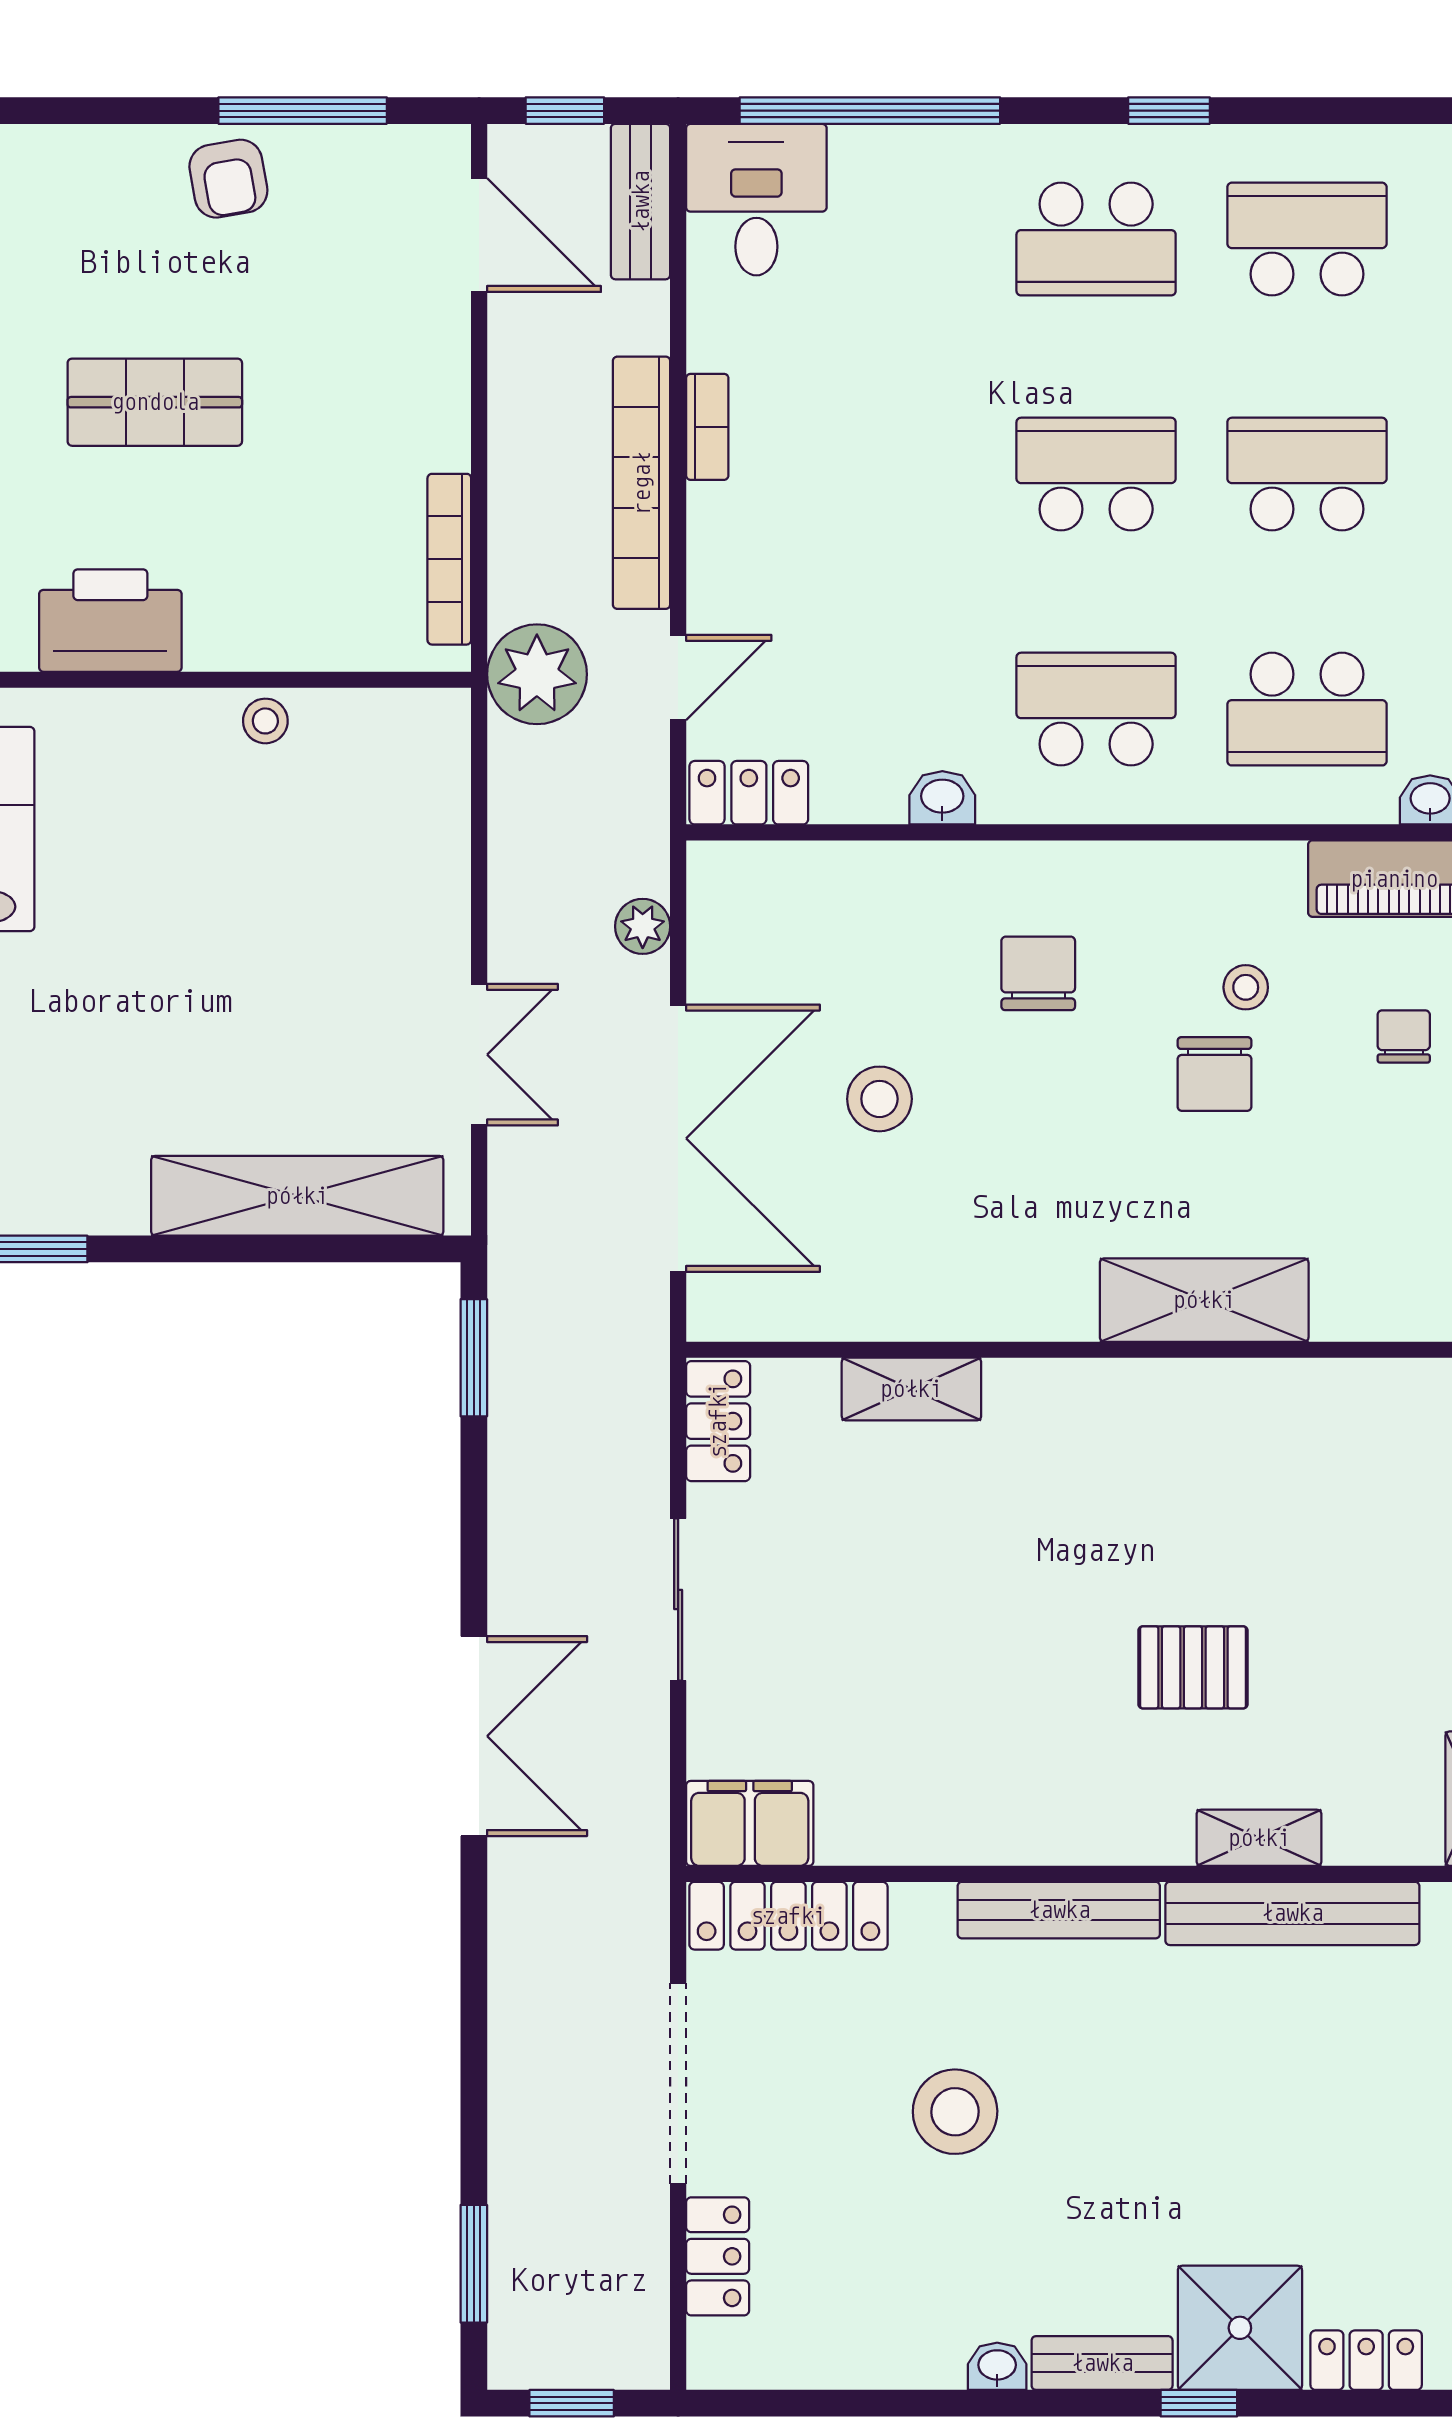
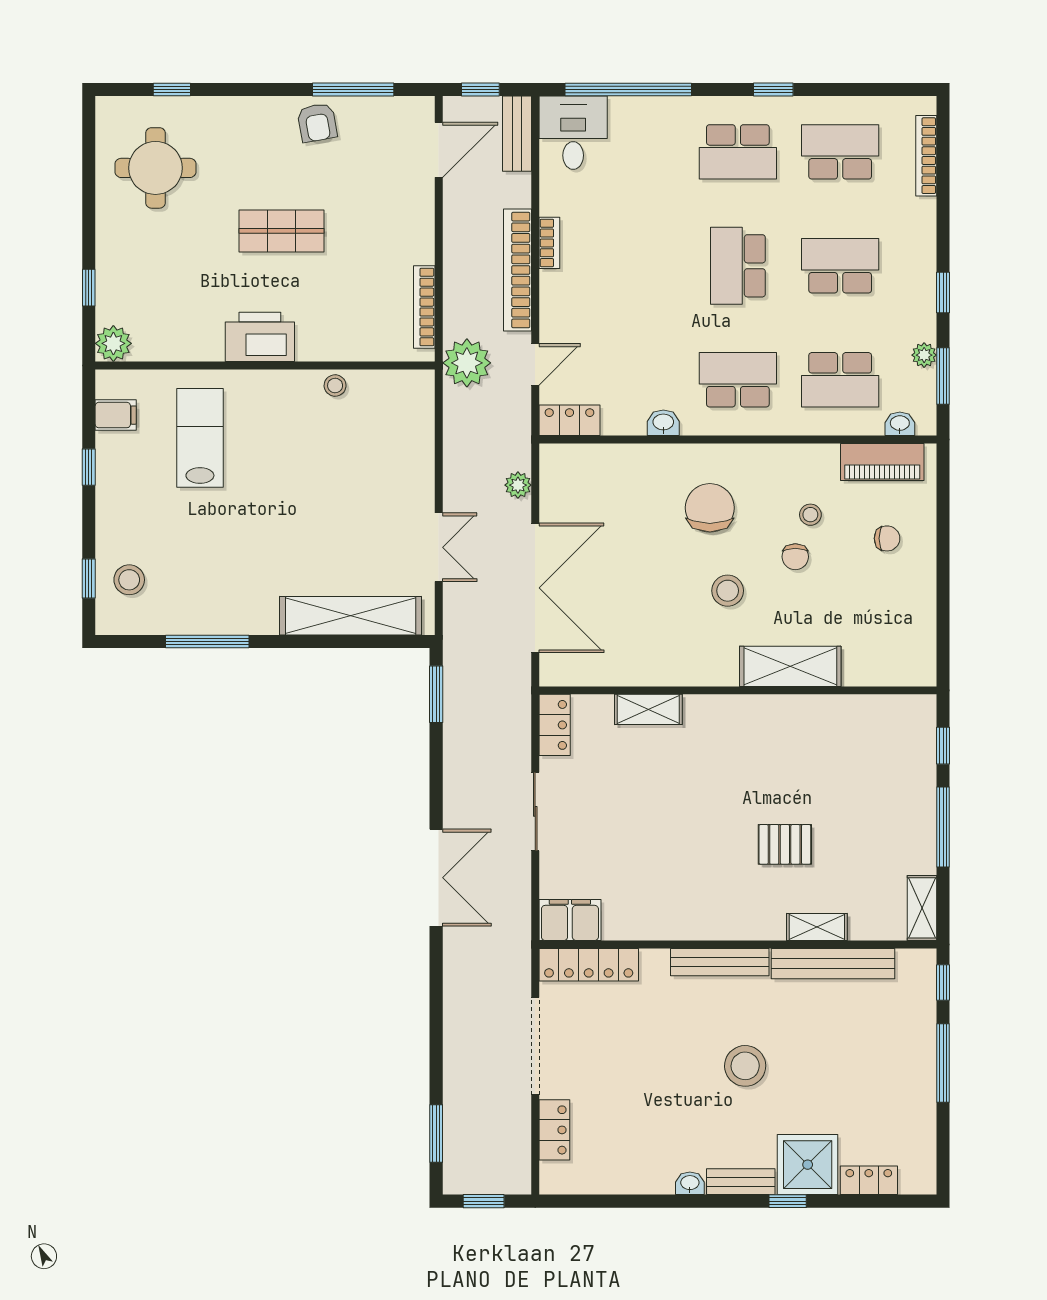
door: (479, 235) -> (439, 150), hinge flipped
school desk: (1096, 474) -> (738, 266), turned -90
chair: (1038, 973) -> (710, 508), width x1.37, depth x1.37
chair: (1404, 1036) -> (887, 538), turned 90
chair: (1214, 1074) -> (795, 557), width x0.73, depth x0.73
stool: (879, 1099) -> (728, 591), moved
stool: (955, 2112) -> (745, 1066), moved

